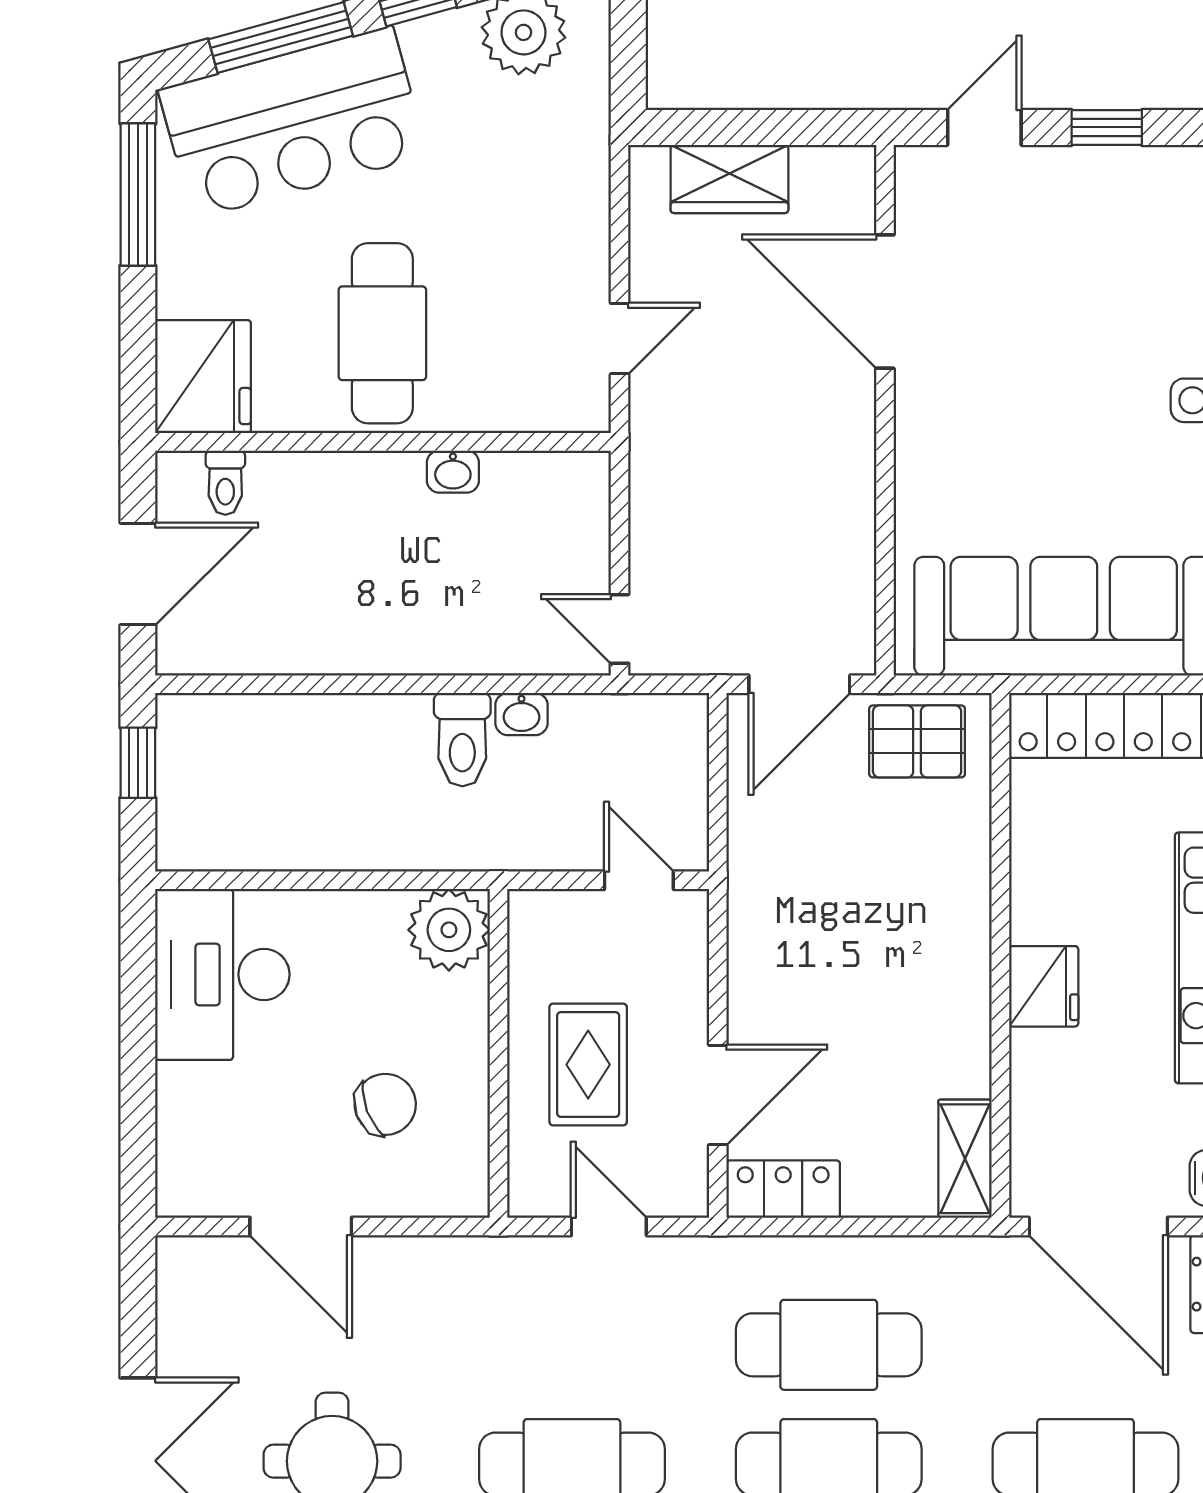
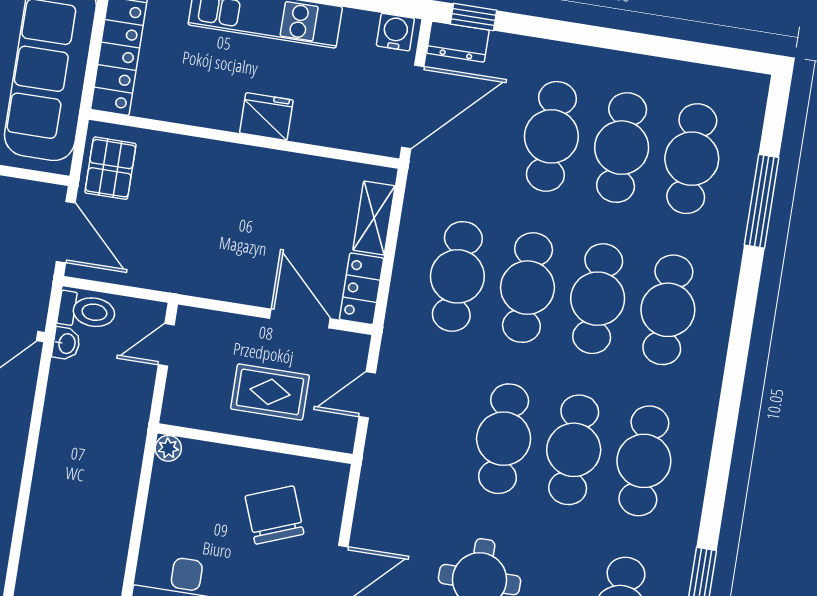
washbasin: (521, 714) -> (66, 343), moved
toilet: (462, 740) -> (87, 311), moved
plant: (449, 930) -> (168, 448), width x0.53, depth x0.53
chair: (385, 1104) -> (275, 515), width x1.37, depth x1.37
shelving: (965, 1159) -> (374, 218), moved, turned 90

